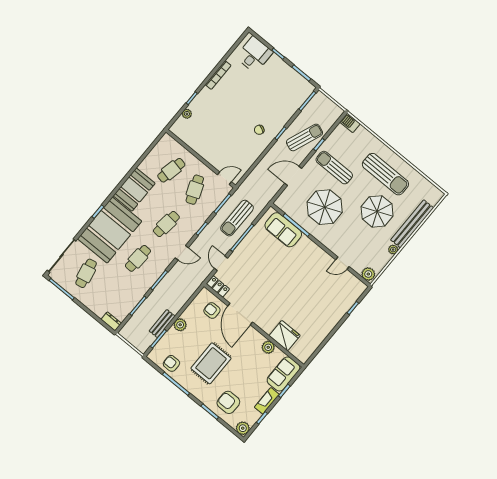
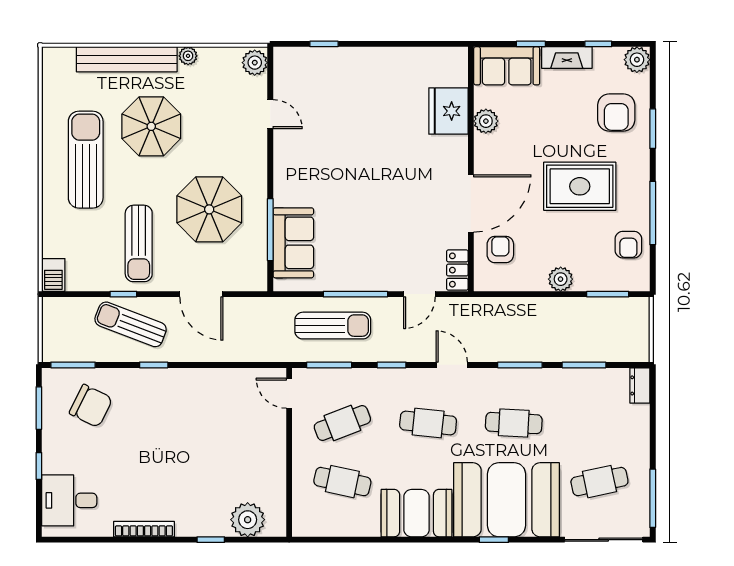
plant: (187, 114) -> (248, 520), width x1.87, depth x1.87
chair: (259, 130) -> (91, 406), moved, width x1.87, depth x1.87
armchair: (212, 311) -> (500, 249), turned 180
bench: (162, 324) -> (581, 307), removed

